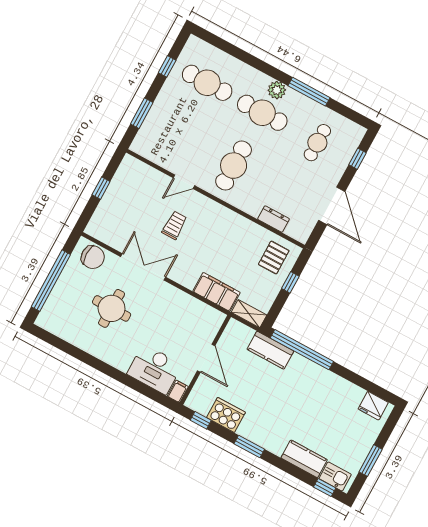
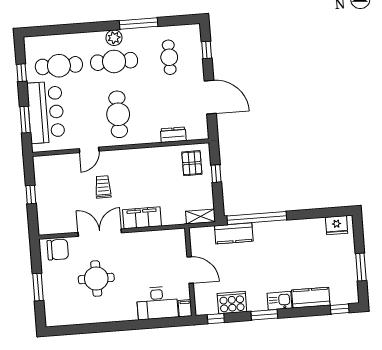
bar counter: (166, 119) -> (46, 112), added
window: (51, 281) -> (38, 287), width x0.47
filing cabinet: (217, 292) -> (142, 218), moved
kitchen sink: (335, 476) -> (280, 301), moved

